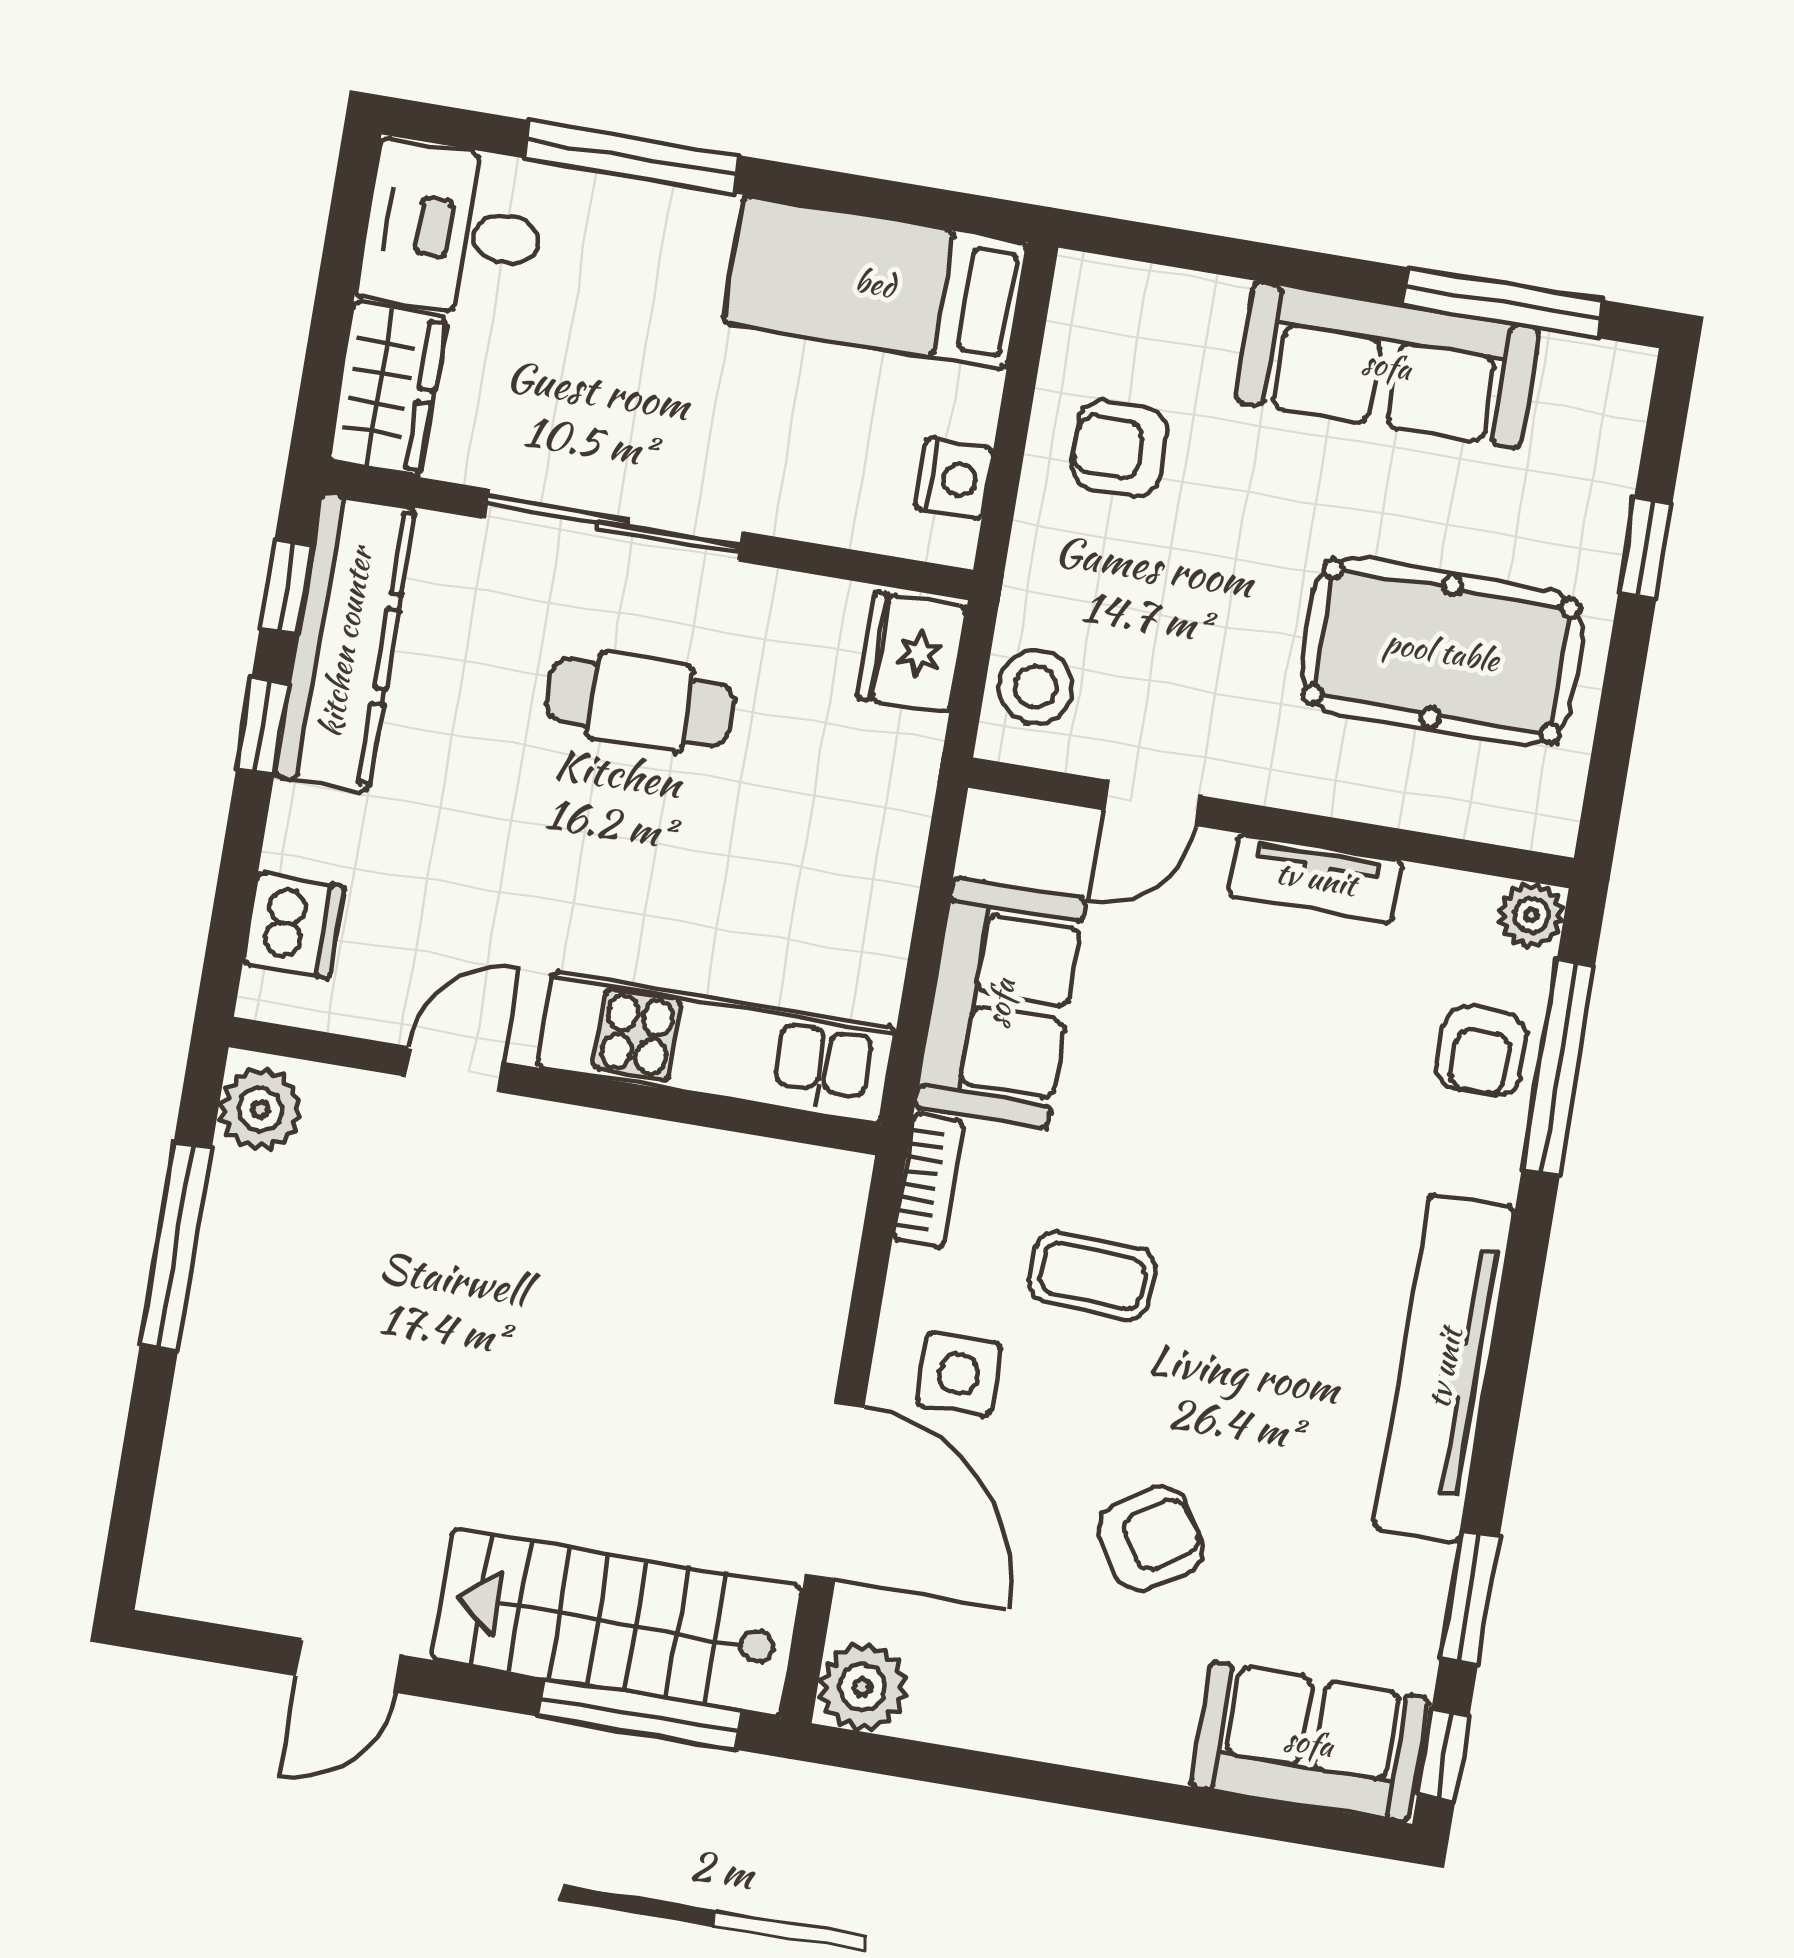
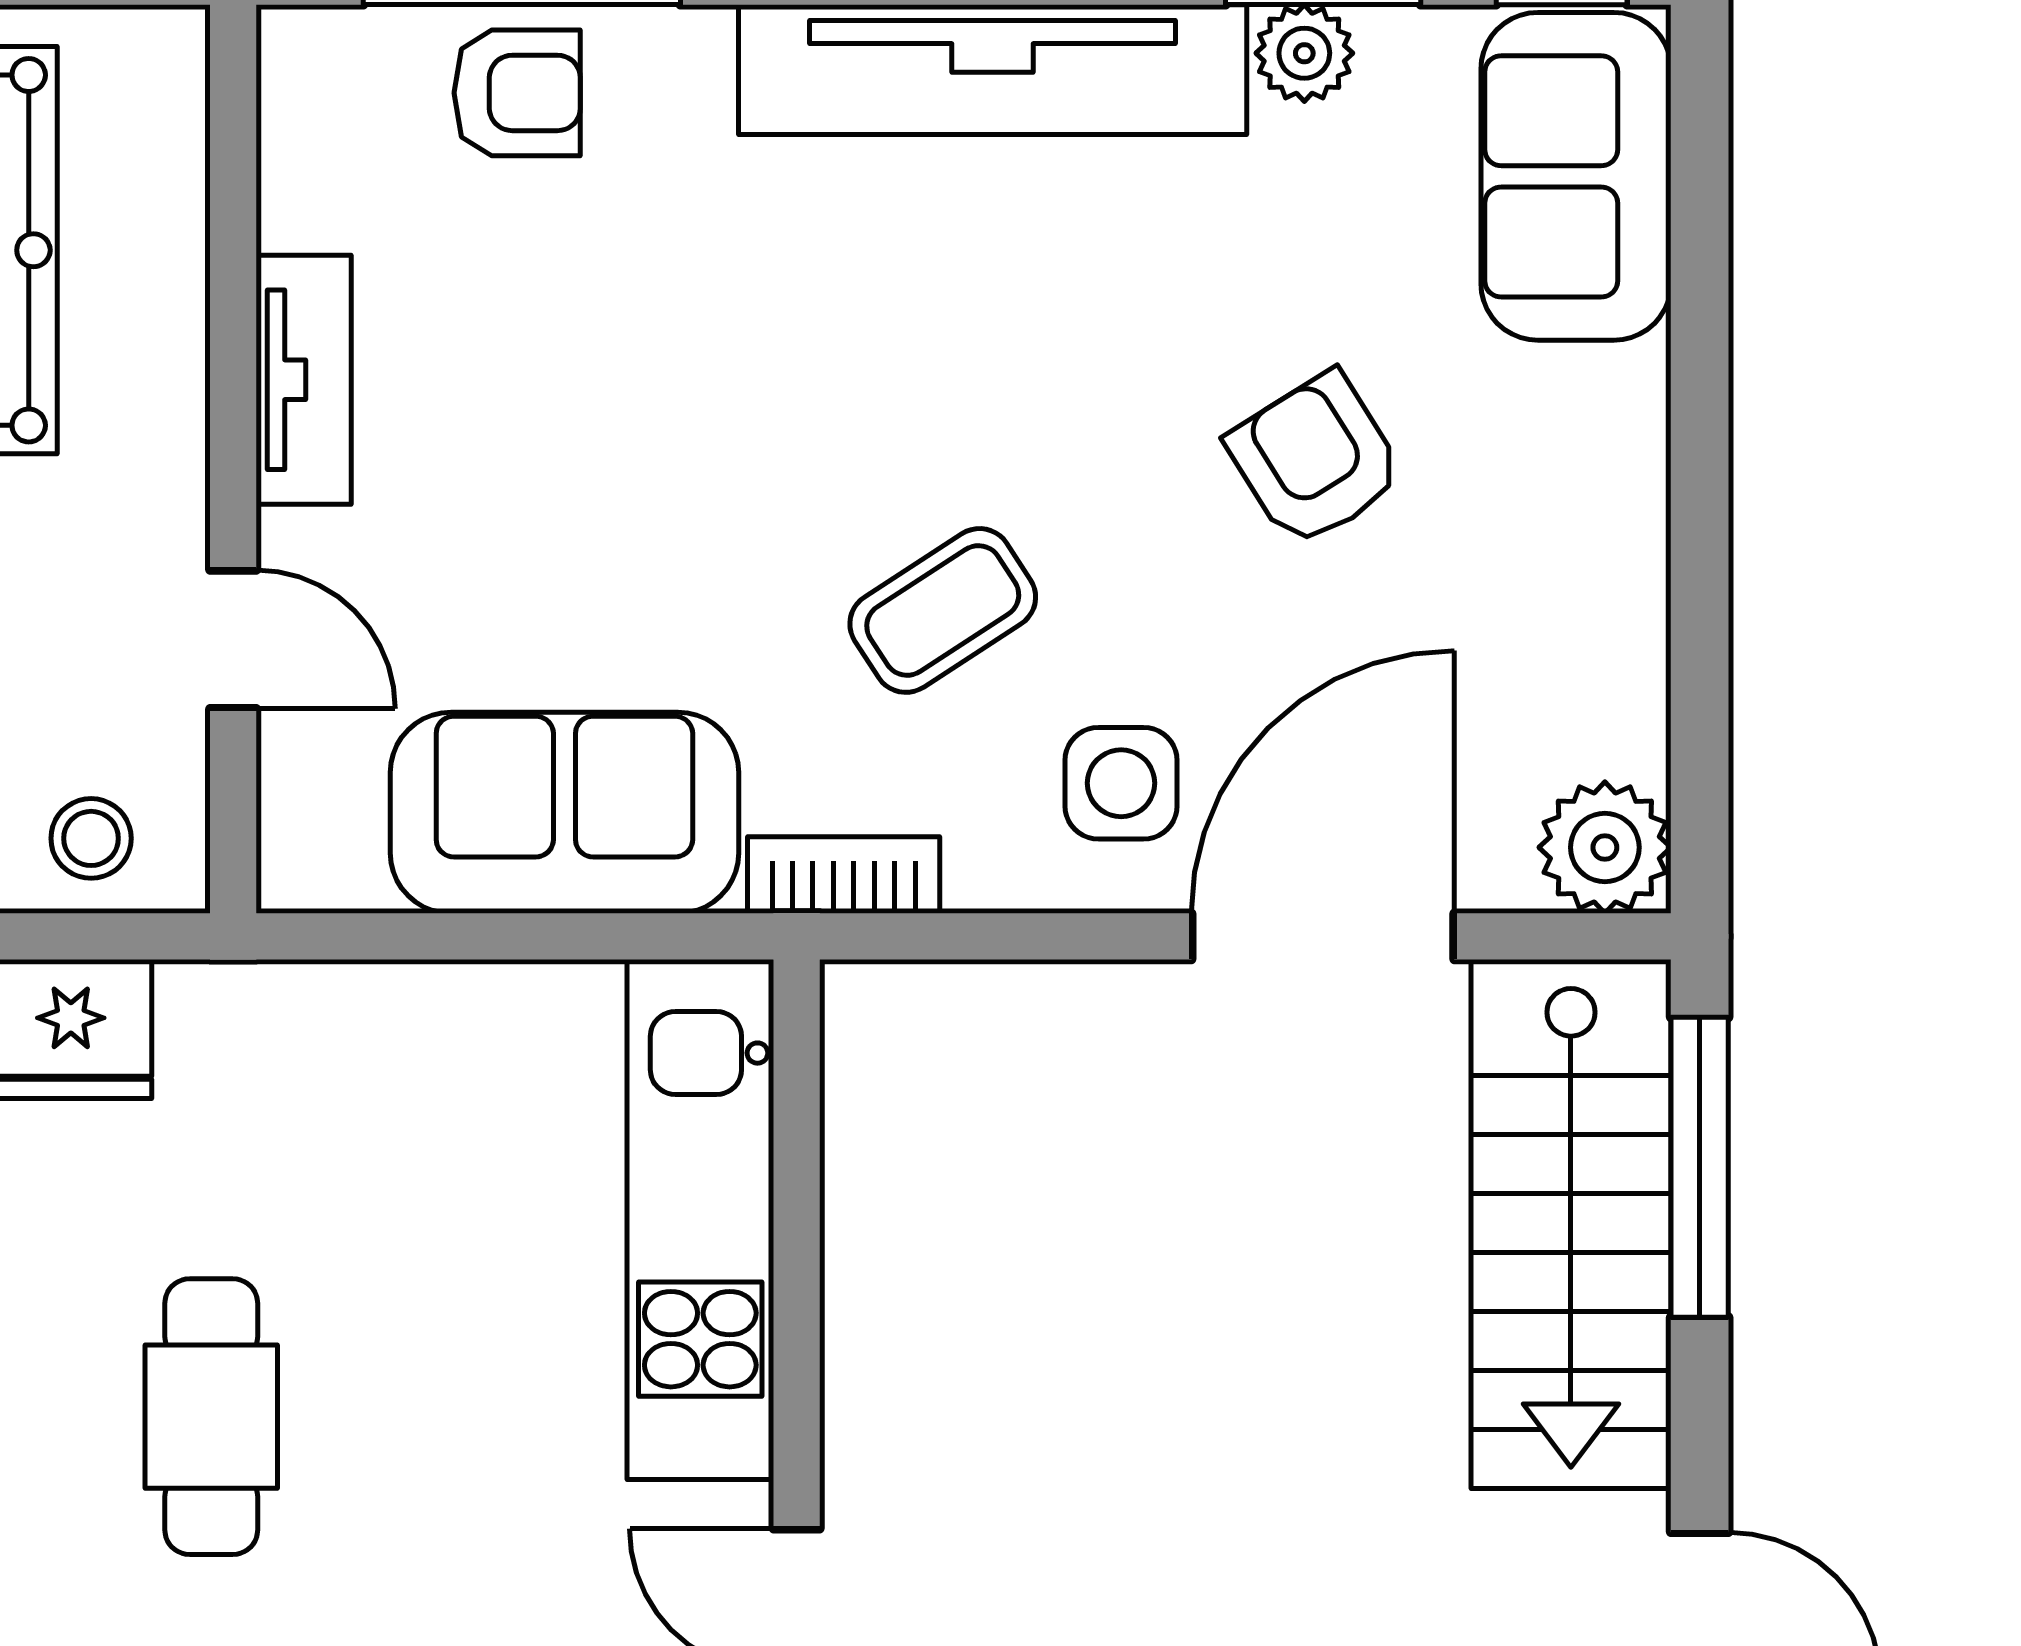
stool: (1036, 687) -> (91, 838), width x0.73, depth x0.73
plant: (1531, 915) -> (1304, 53), moved
coffee table: (1092, 1275) -> (943, 610), turned 54

